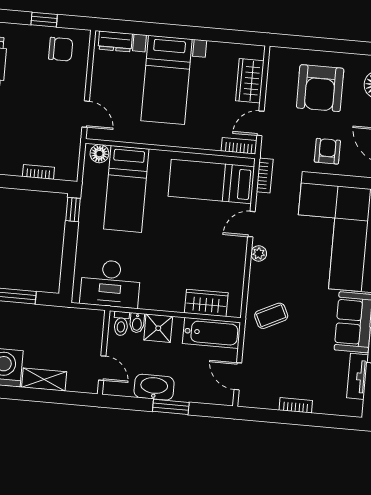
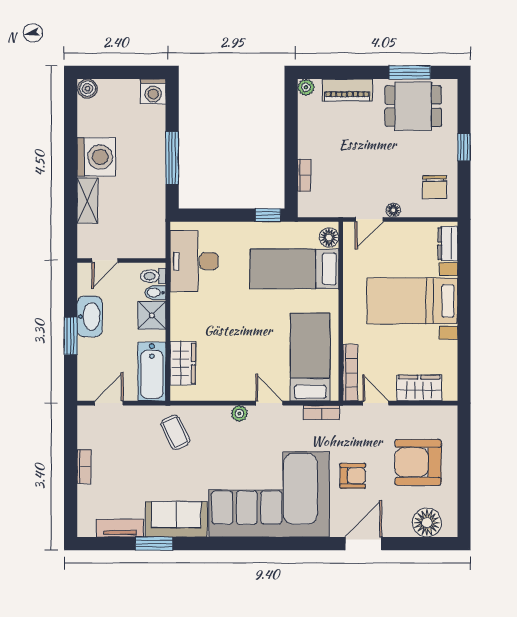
window: (44, 20) -> (464, 147), moved
floor lamp: (79, 90) -> (393, 210), added
bookcase: (239, 146) -> (350, 373), width x1.56

